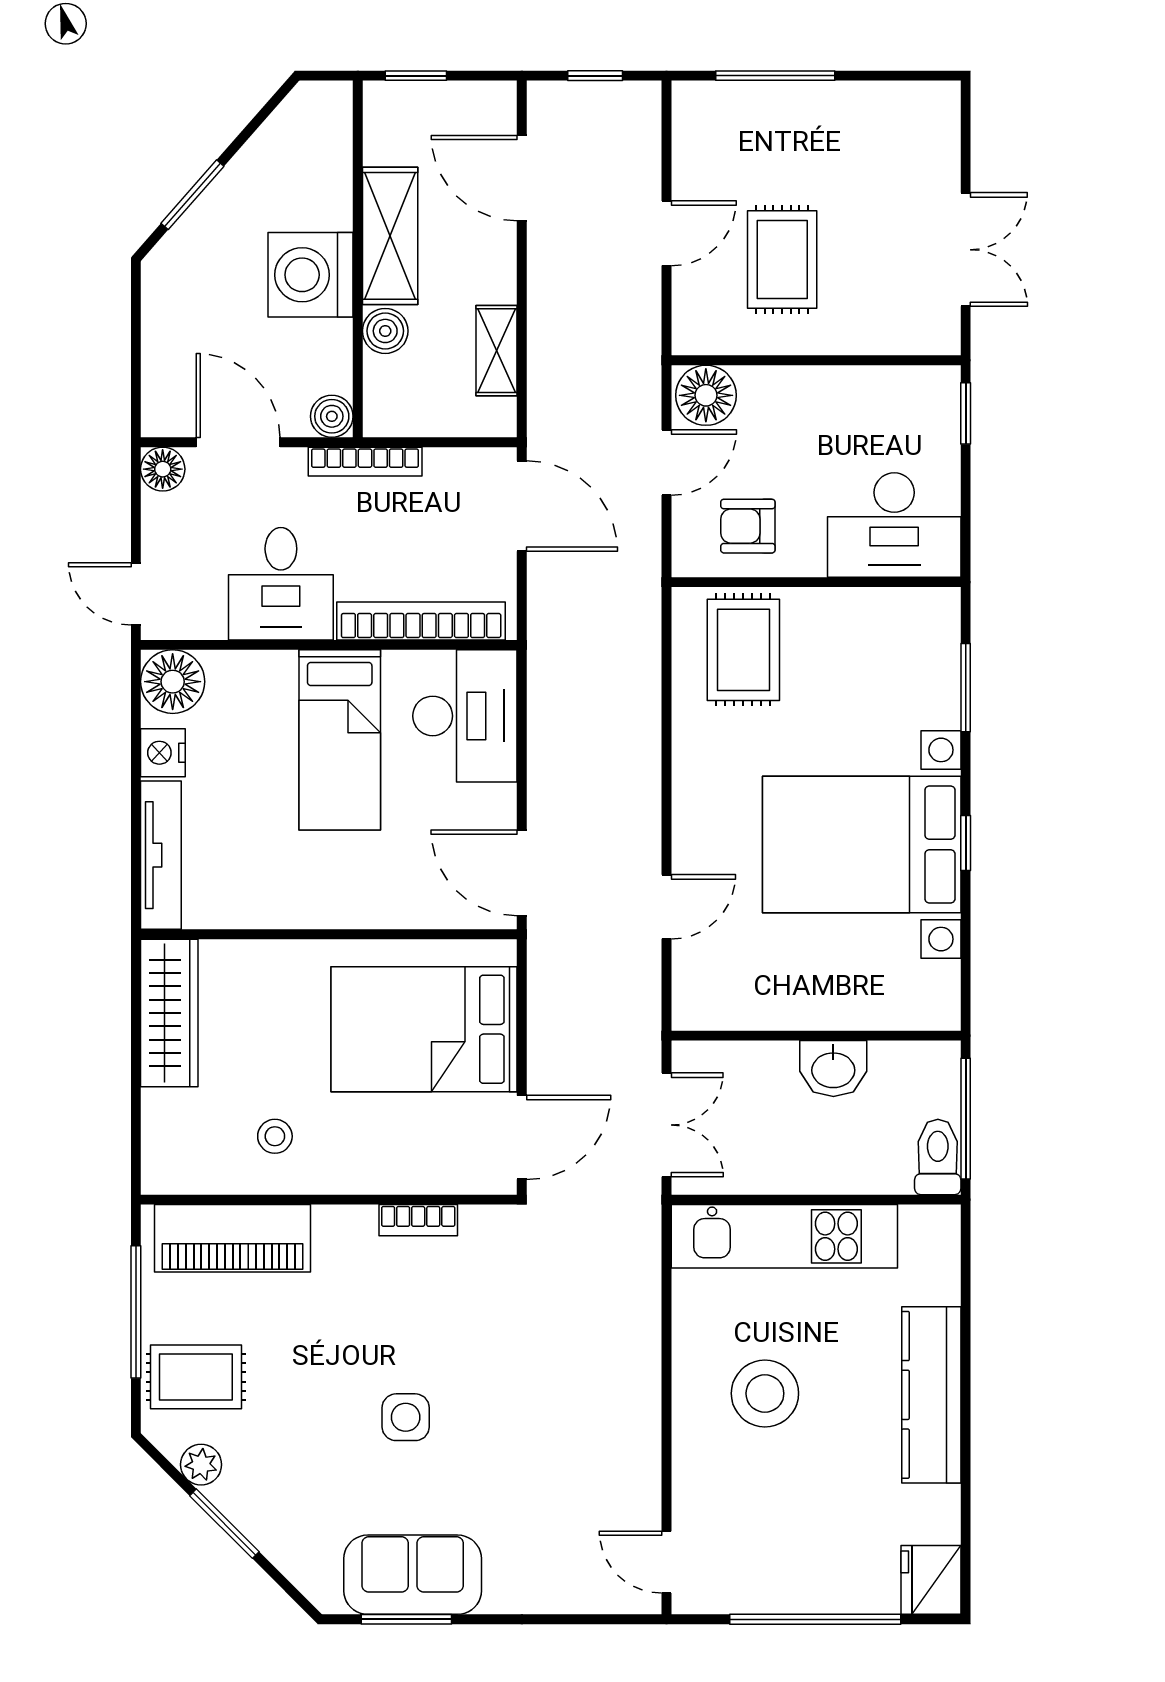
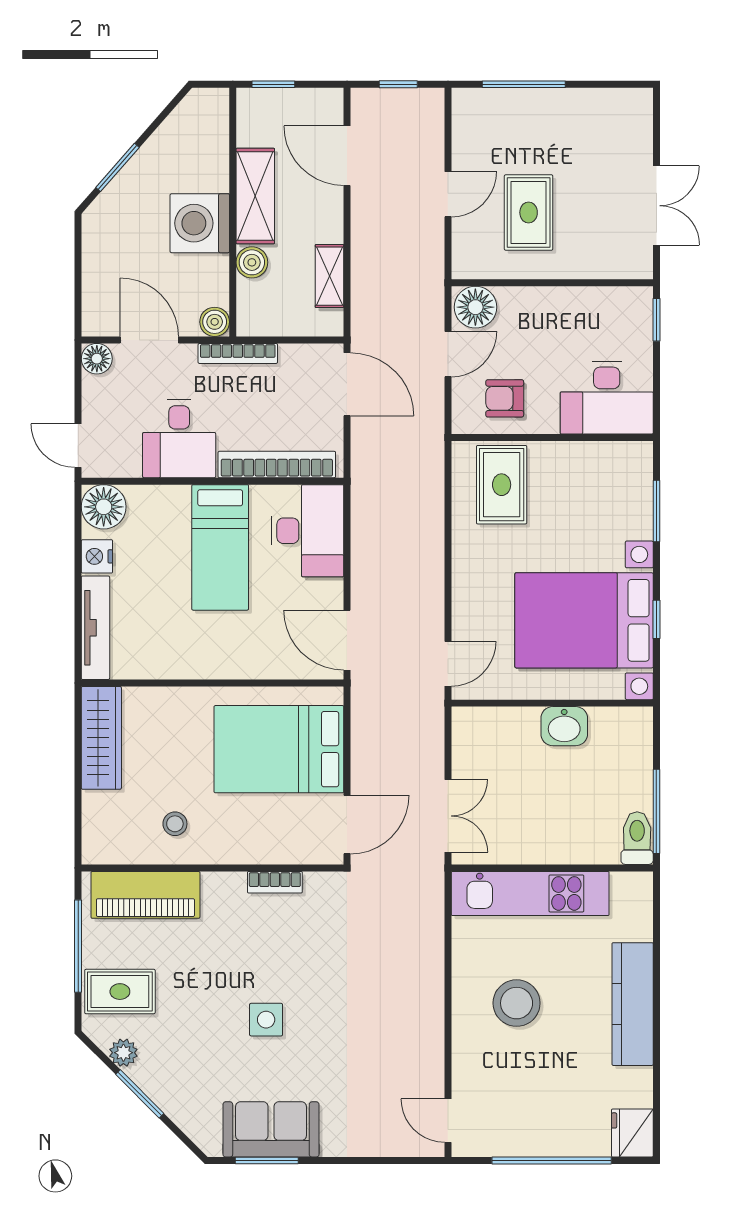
wall: (816, 1036) -> (552, 703), moved
washbasin: (833, 1069) -> (564, 726), moved

